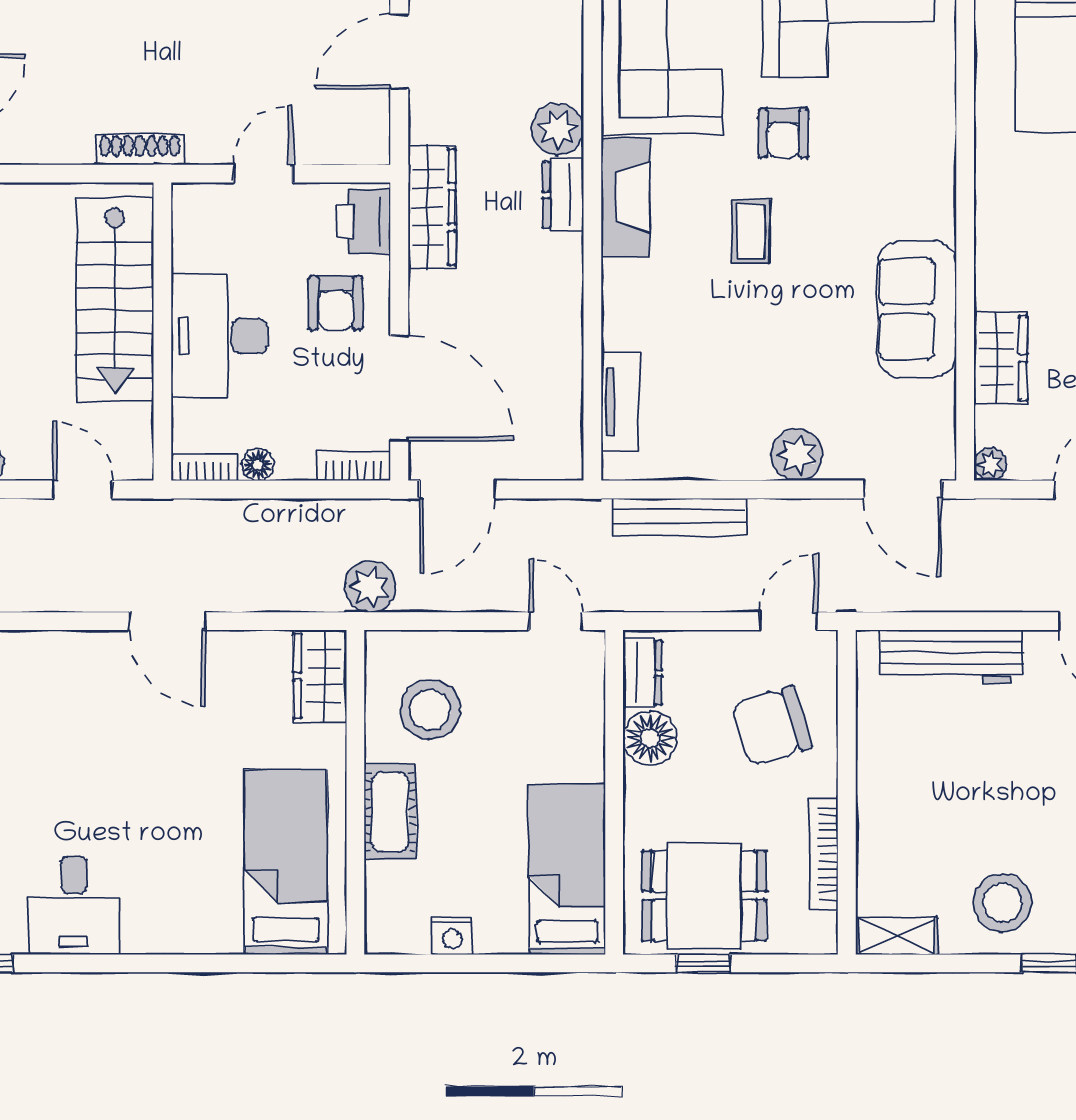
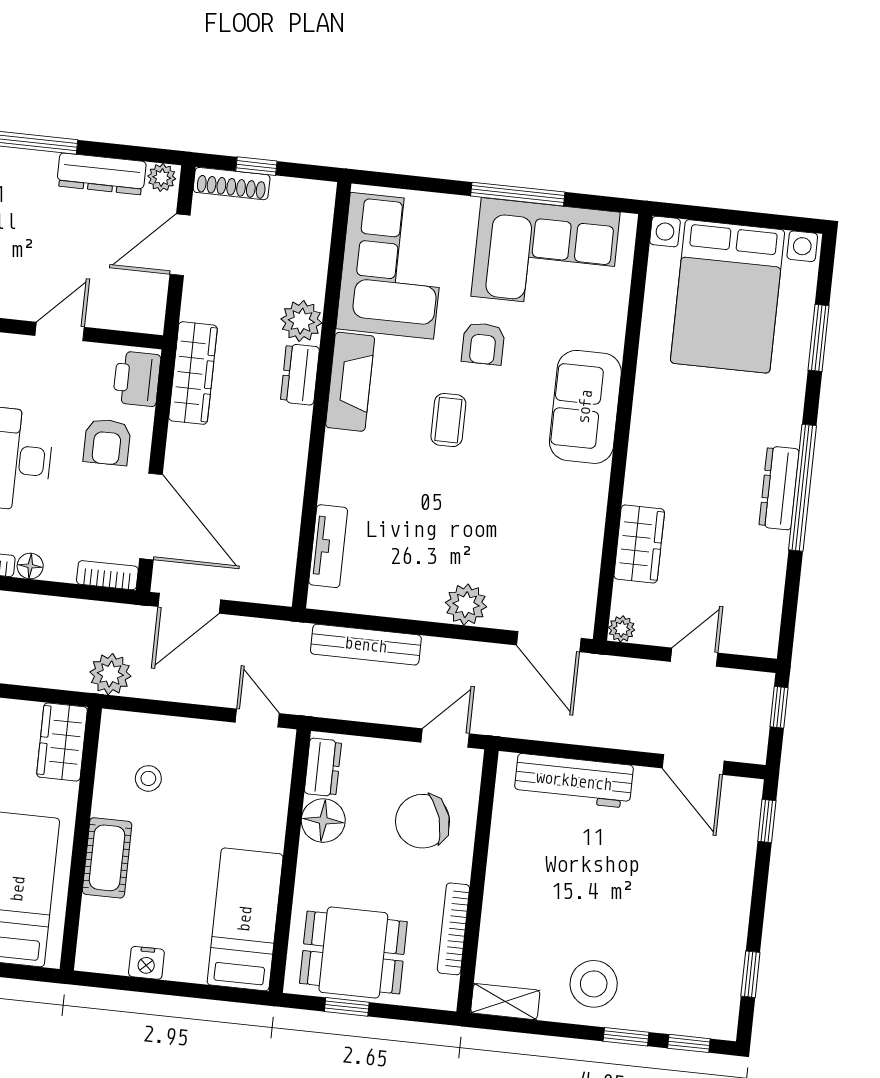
sofa: (917, 309) -> (585, 407), moved
stool: (430, 709) -> (148, 778), width x0.53, depth x0.53

